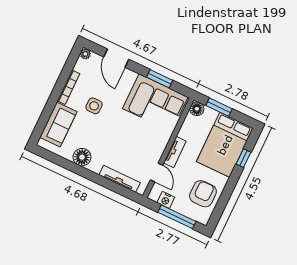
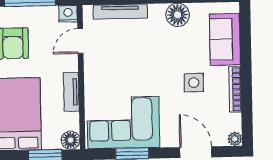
tv unit: (175, 152) -> (71, 92), moved
door: (156, 172) -> (80, 41), hinge flipped
nightstand: (166, 200) -> (68, 14), moved

